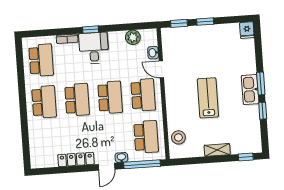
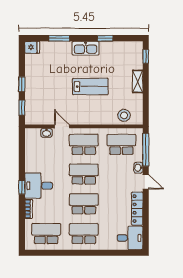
plant: (133, 37) -> (31, 150), removed
door: (161, 69) -> (62, 126), swing flipped
window: (261, 84) -> (59, 38), moved
lab bench: (208, 98) -> (90, 87), turned 180
desk: (43, 154) -> (130, 238), added

